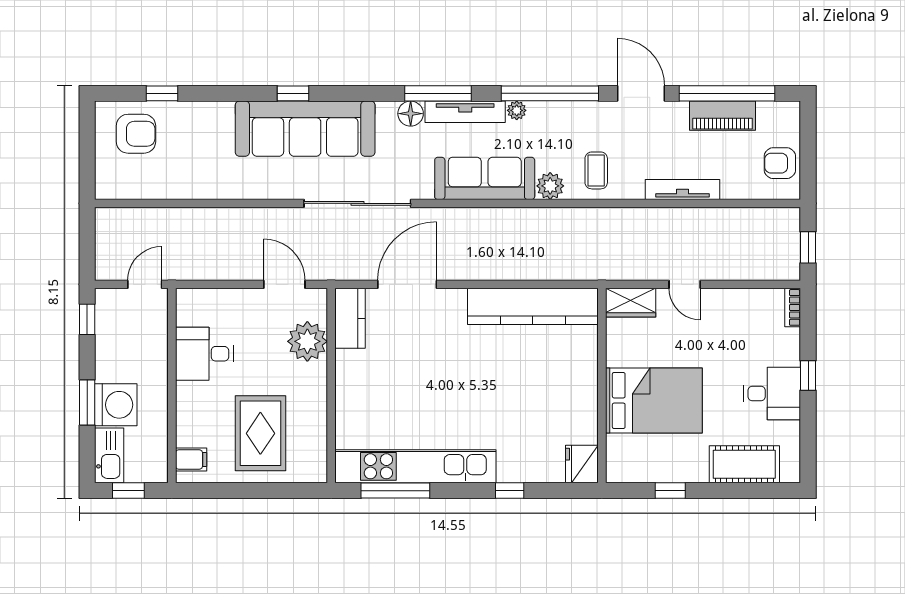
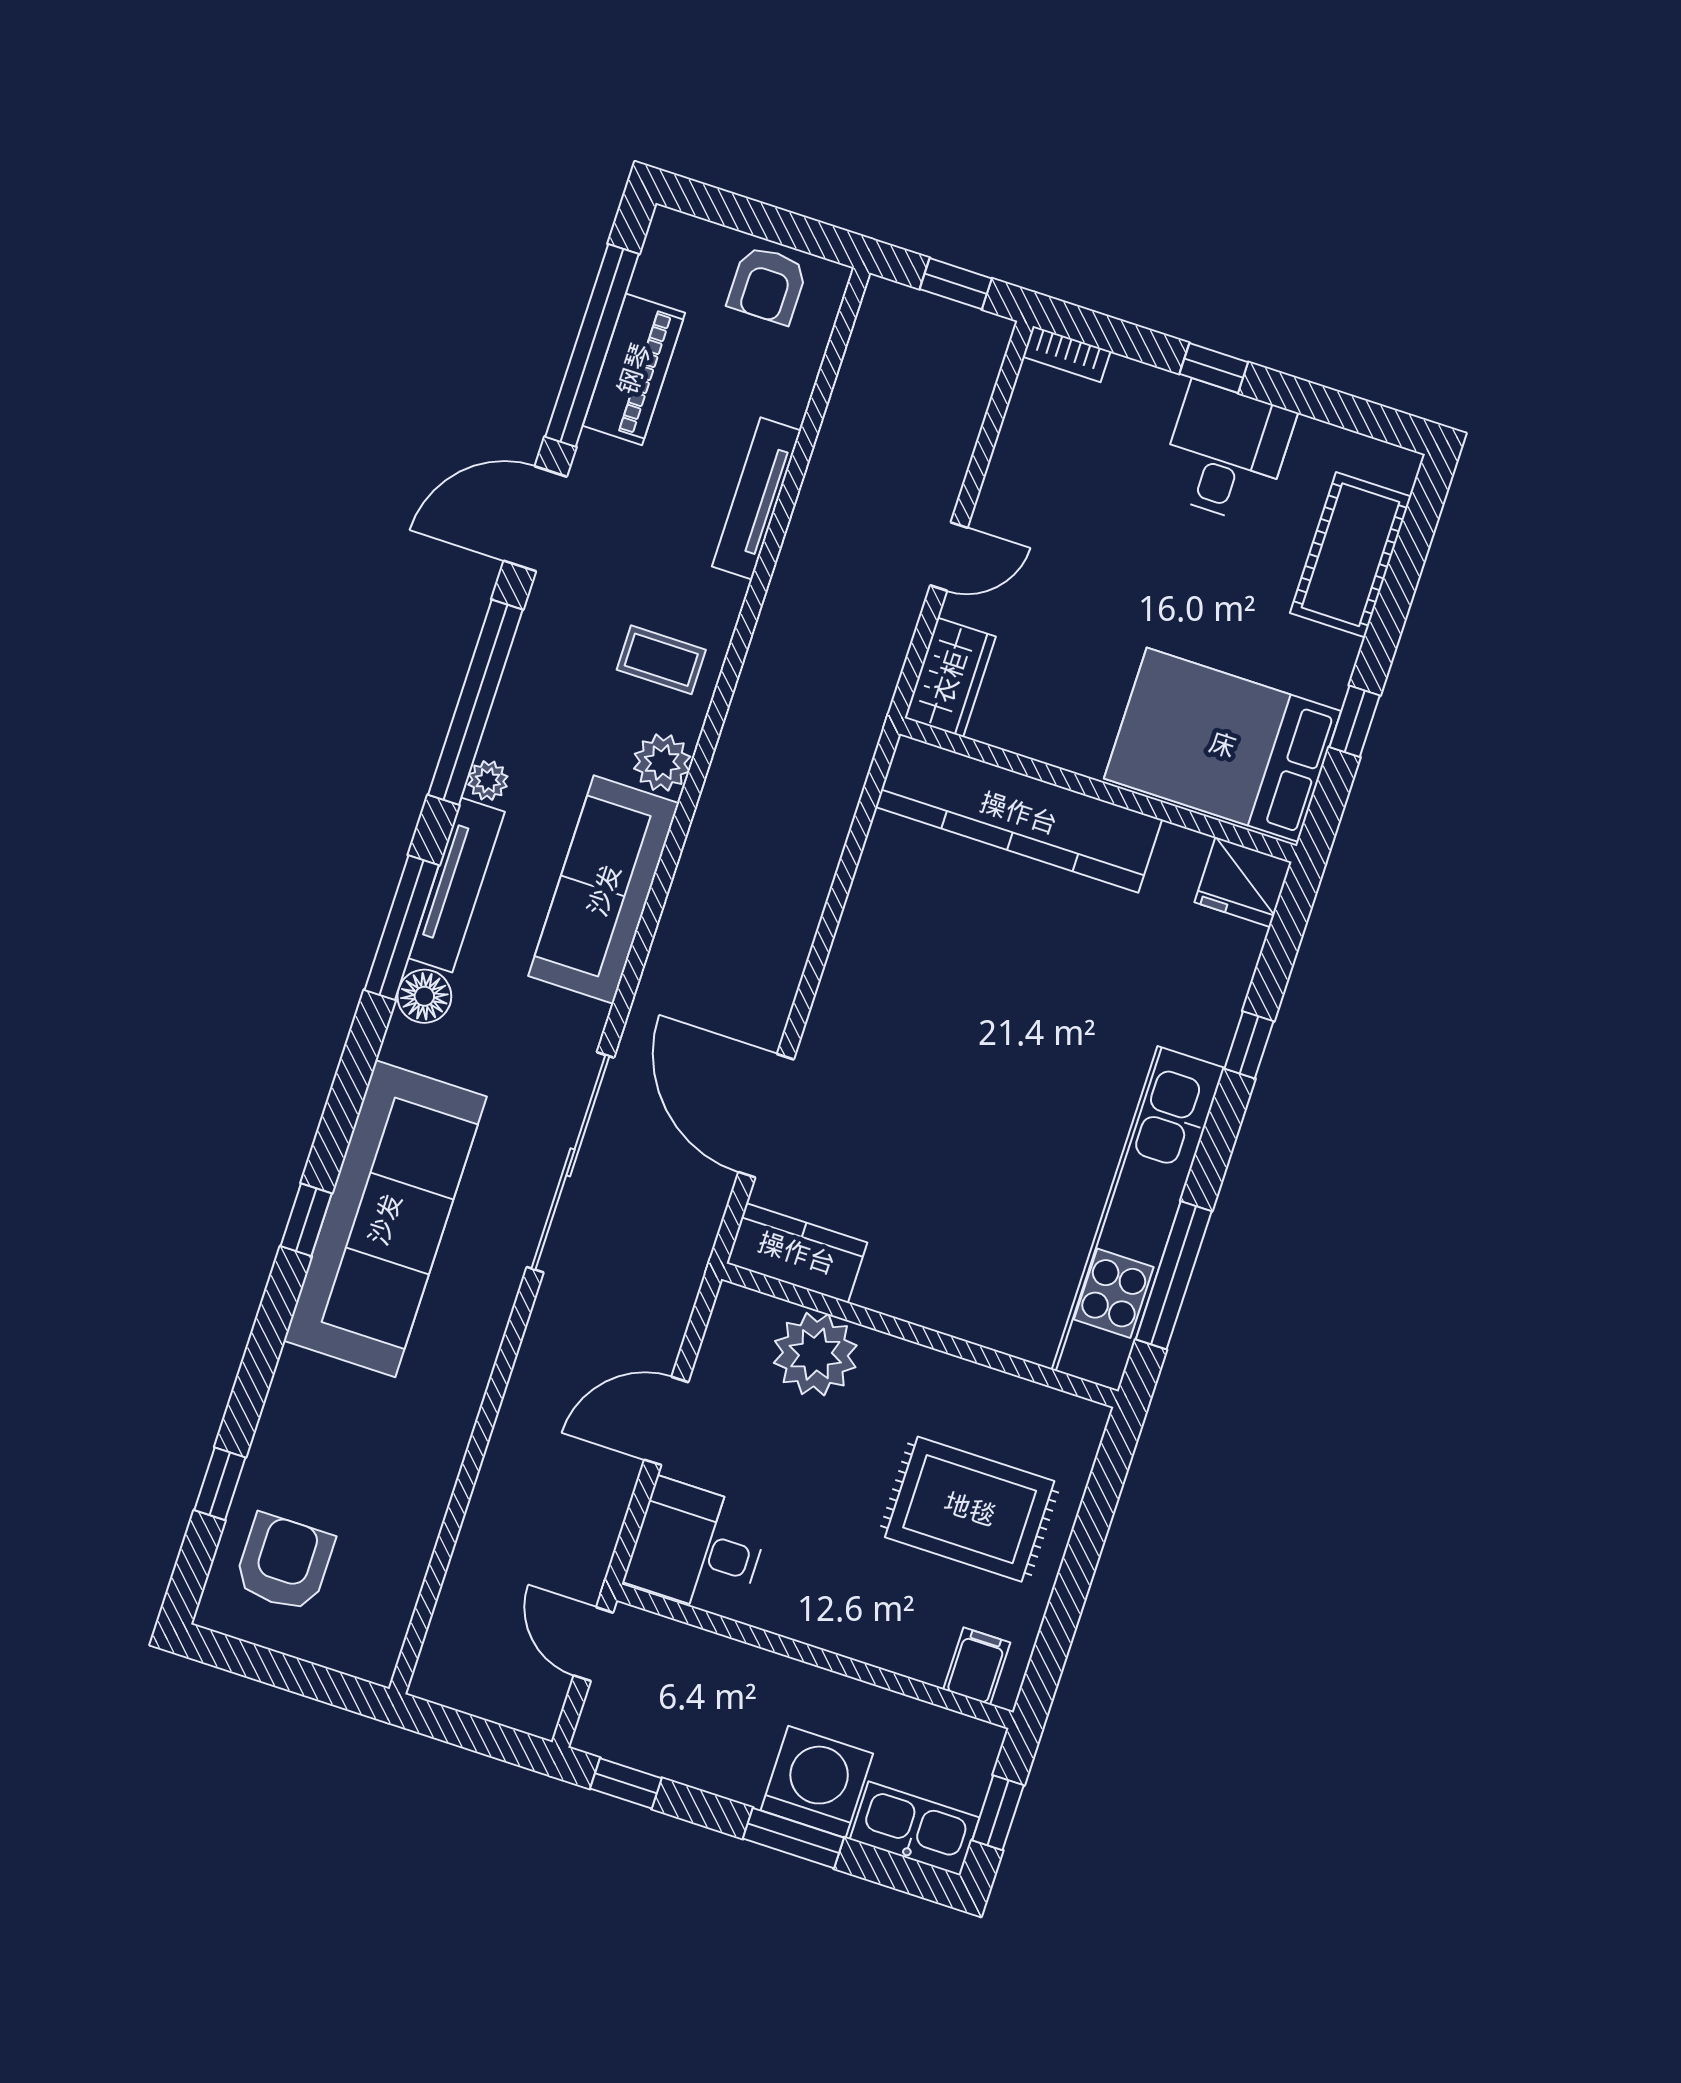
door: (284, 284) -> (666, 1421), moved
kitchen counter: (533, 306) -> (1019, 813), moved, turned 90
desk: (204, 354) -> (698, 1547), moved, turned 90
bed: (654, 400) -> (1223, 745), moved, turned -90

